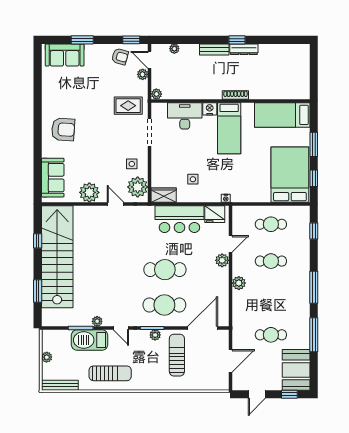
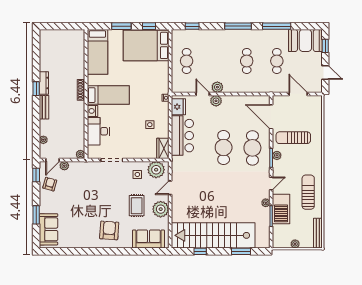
rug: (128, 106) -> (137, 206), moved
cafe table: (271, 261) -> (247, 61), moved
plant: (239, 283) -> (217, 87), moved

